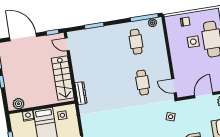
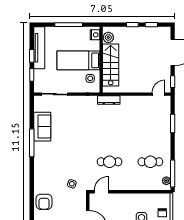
stairs: (63, 78) -> (111, 65), moved, turned 90
nightstand: (28, 116) -> (95, 35), moved

